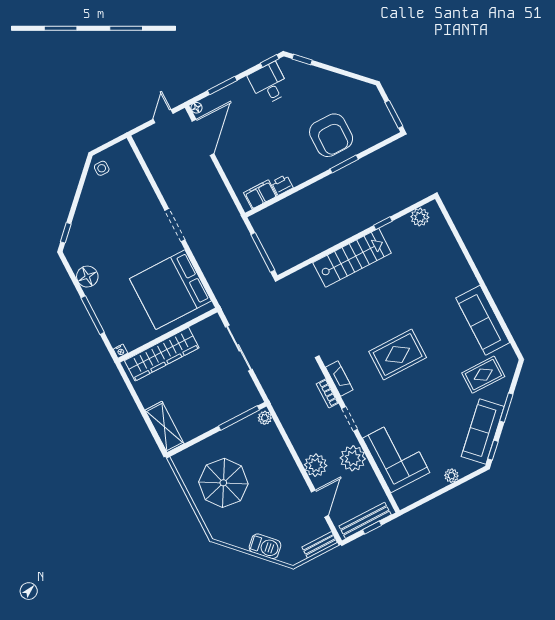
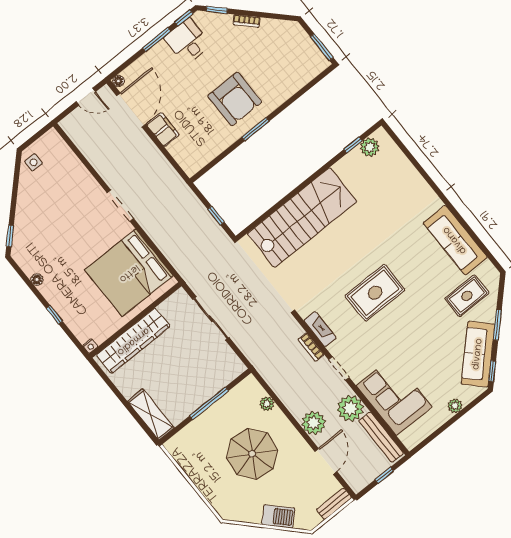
bookcase: (328, 76) -> (247, 21), added
window: (222, 85) -> (157, 40), moved
door: (163, 116) -> (86, 97), swing flipped
armchair: (331, 135) -> (235, 99), moved
window: (344, 164) -> (255, 129), moved
printer: (282, 185) -> (222, 142), removed
filing cabinet: (260, 194) -> (163, 130), moved, turned 90
window: (383, 223) -> (353, 145), moved
window: (263, 252) -> (216, 216), width x0.46
stairs: (352, 258) -> (302, 218), width x1.36, depth x1.51
floor lamp: (87, 277) -> (37, 280), width x0.53, depth x0.53
window: (93, 315) -> (54, 315), width x0.46
window: (239, 418) -> (209, 403), moved
plant: (265, 418) -> (267, 404), moved
parasol: (223, 483) -> (252, 454), moved
bench: (365, 520) -> (381, 437), moved, turned 90

